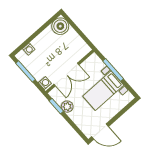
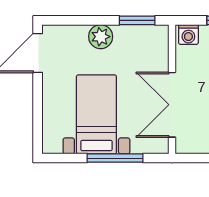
double door: (66, 75) -> (172, 105), moved
plant: (67, 107) -> (101, 37), moved

